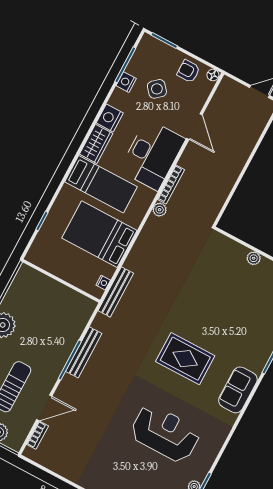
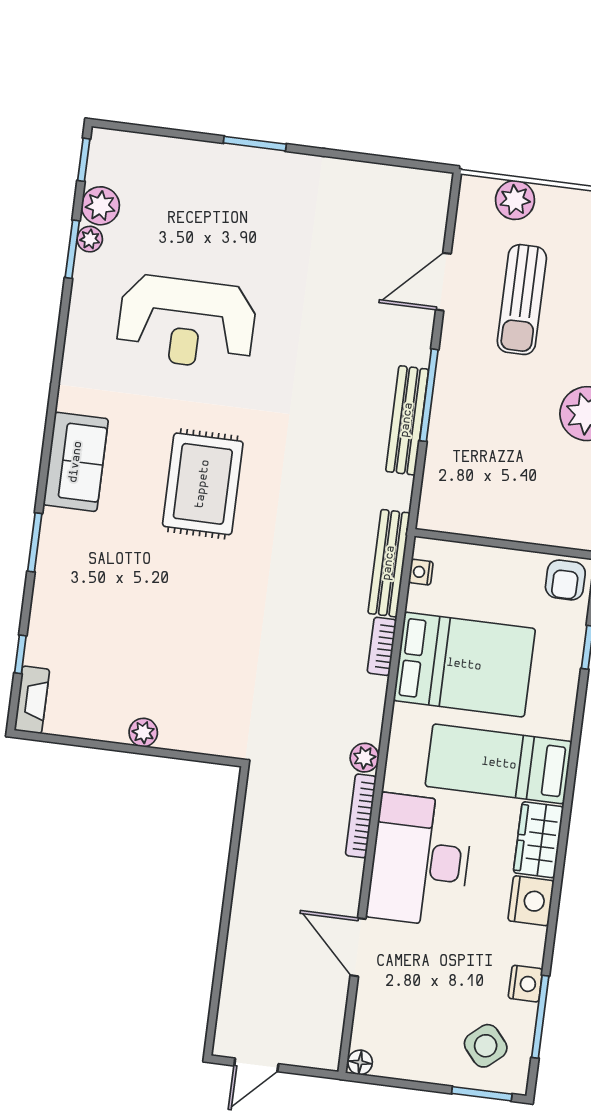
armchair: (188, 71) -> (565, 580), moved, turned 90
side table: (157, 89) -> (486, 1046), moved
rug: (185, 359) -> (203, 484), turned 90
bookcase: (38, 435) -> (382, 646), moved

